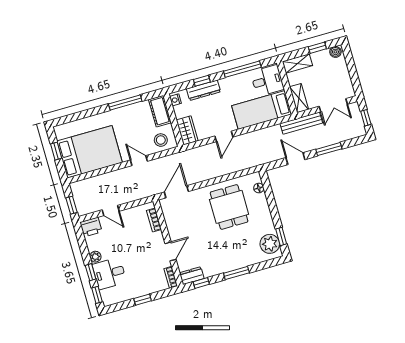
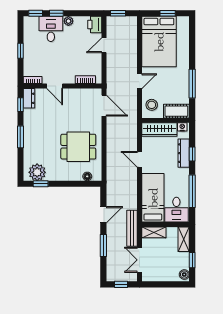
wardrobe: (187, 130) -> (159, 130), width x1.50

